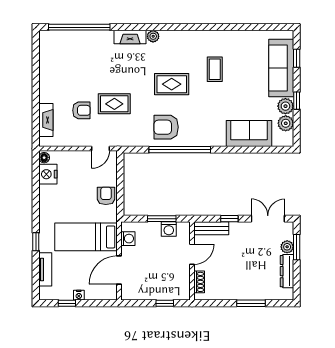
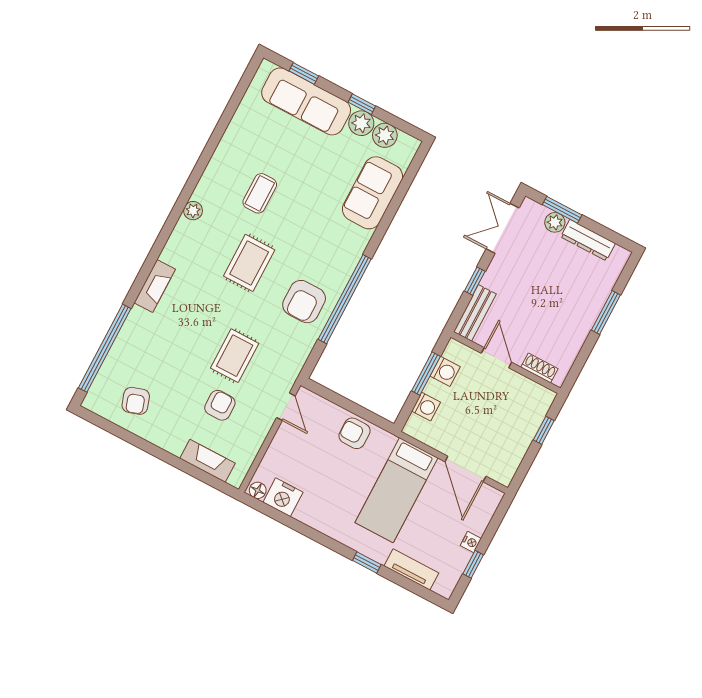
plant: (153, 36) -> (193, 211), moved
armchair: (59, 61) -> (136, 401), added
coffee table: (215, 69) -> (260, 193), turned 90
washing machine: (128, 239) -> (426, 407), moved, turned 90

